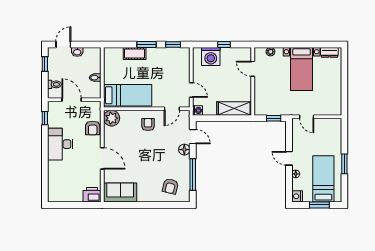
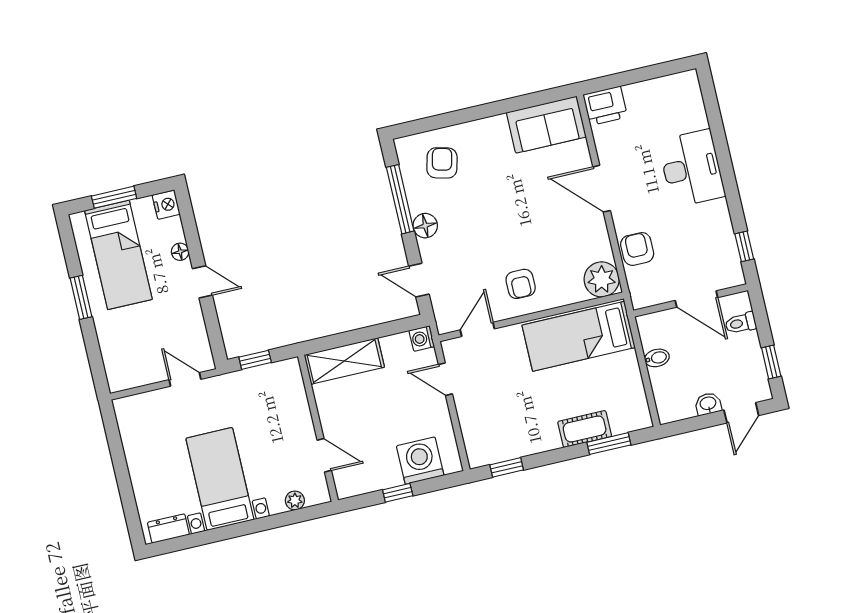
window: (146, 45) -> (609, 444), moved
desk: (60, 144) -> (692, 168), moved
floor lamp: (184, 150) -> (425, 226), moved

